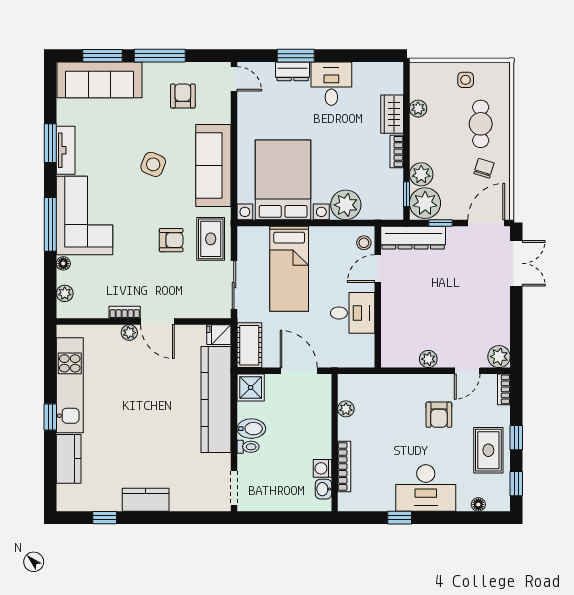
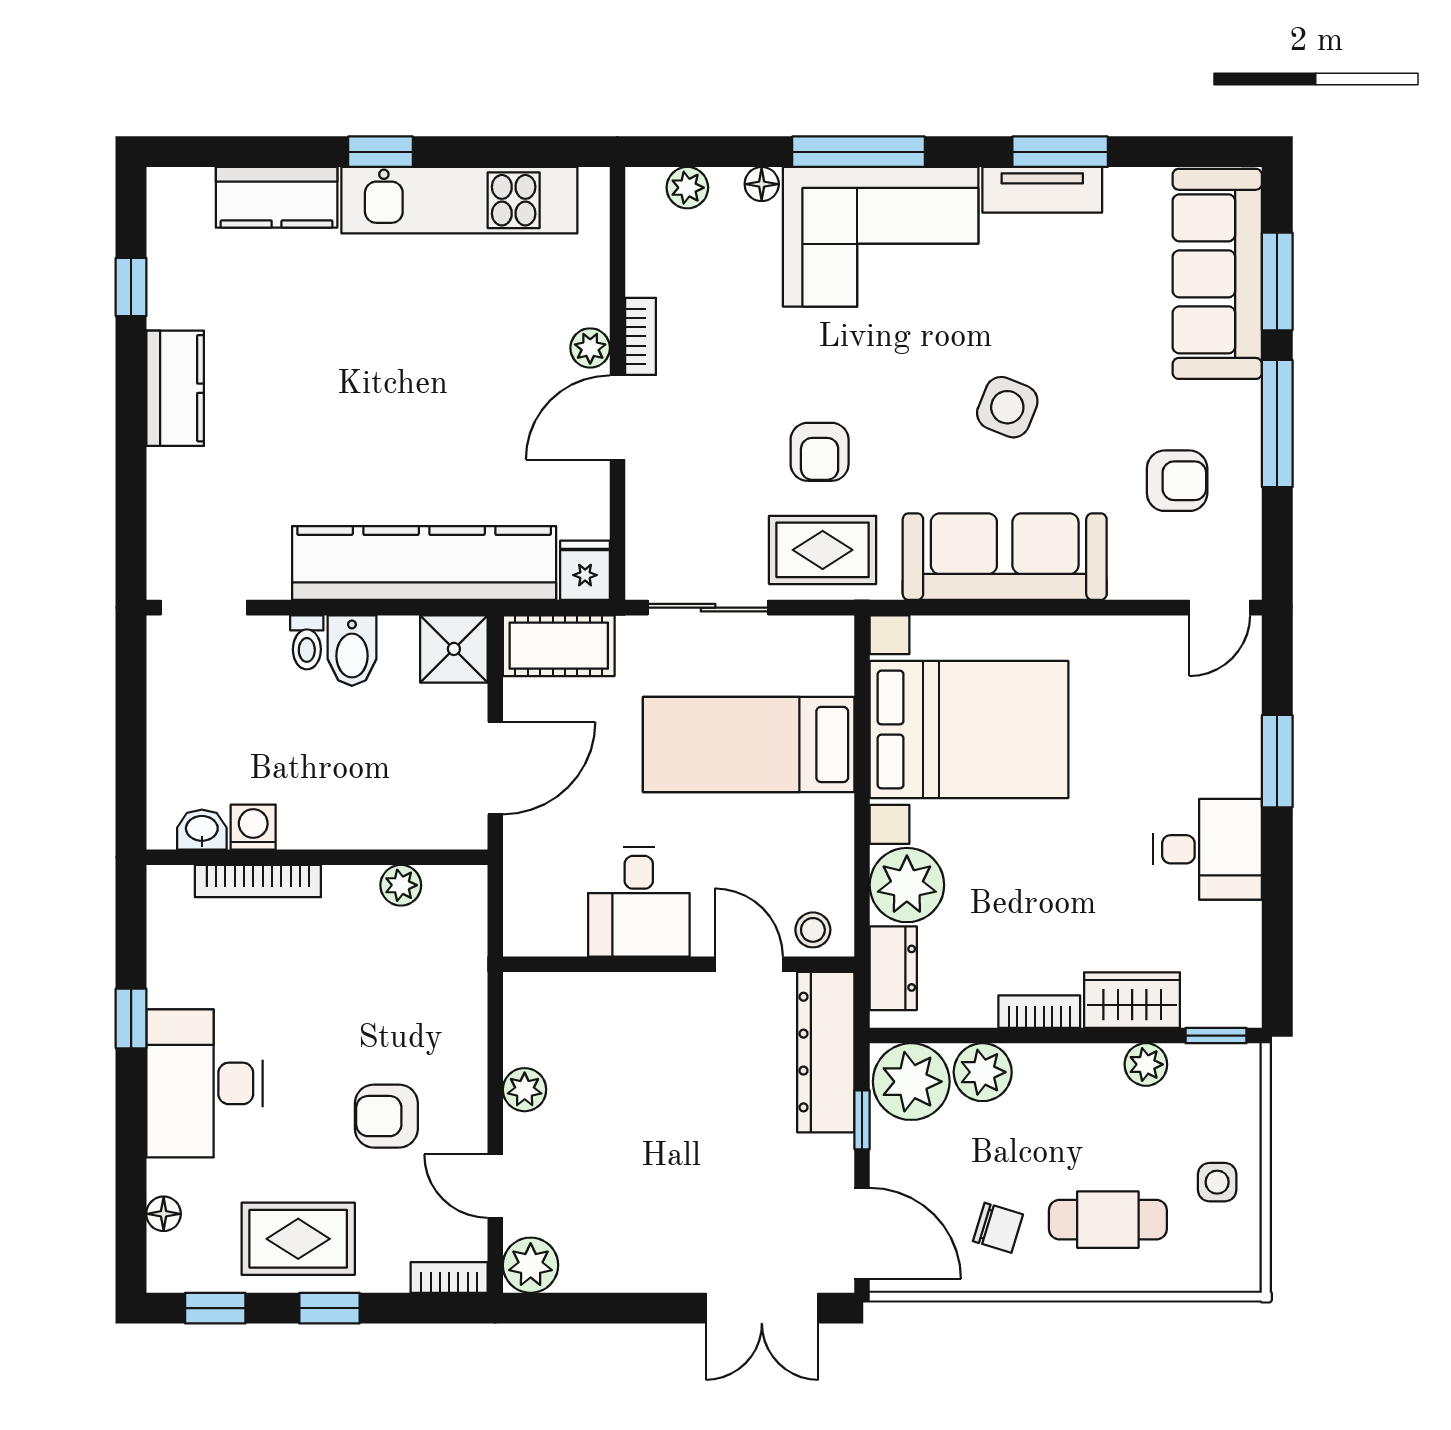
dresser: (293, 71) -> (893, 968), moved, turned 180
window: (406, 194) -> (1216, 1036), moved

